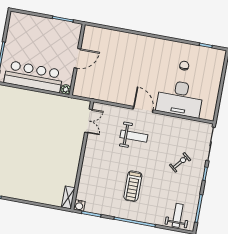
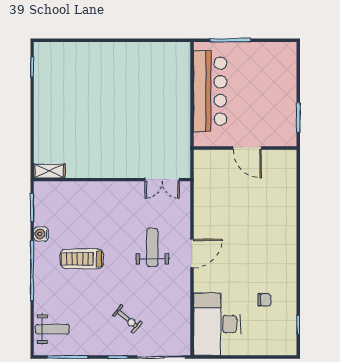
plant: (66, 89) -> (200, 140), removed
desk: (180, 98) -> (217, 324), moved
weight bench: (134, 136) -> (152, 247), turned 180
water cooler: (79, 205) -> (41, 234), moved

